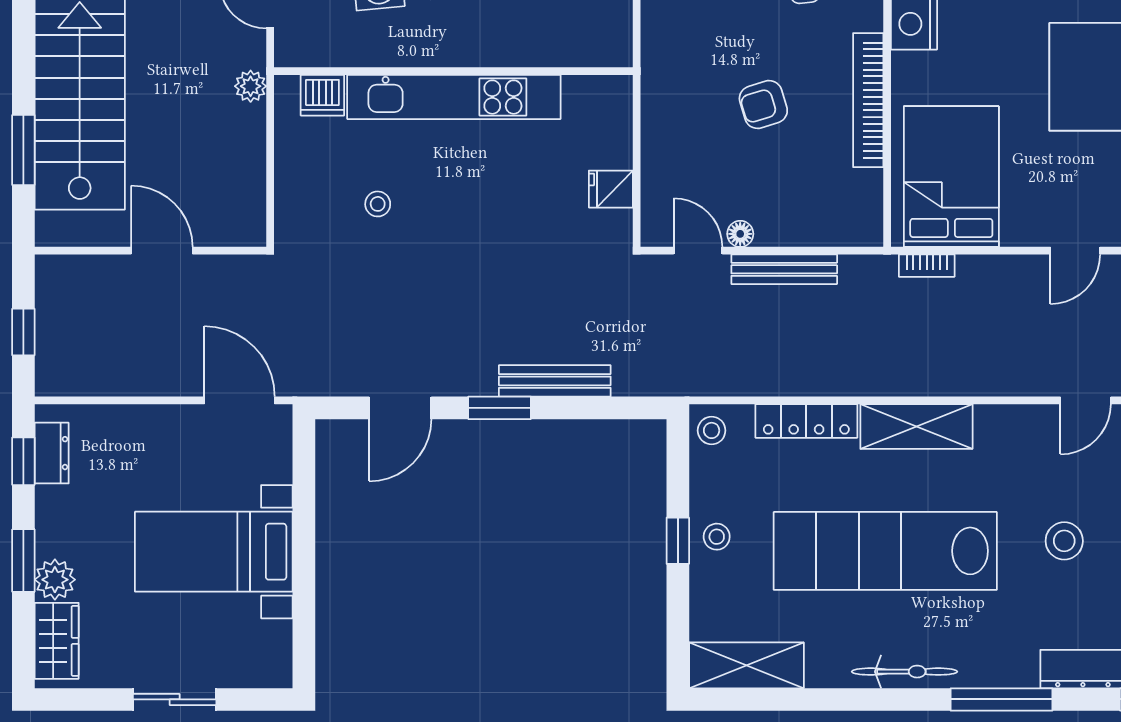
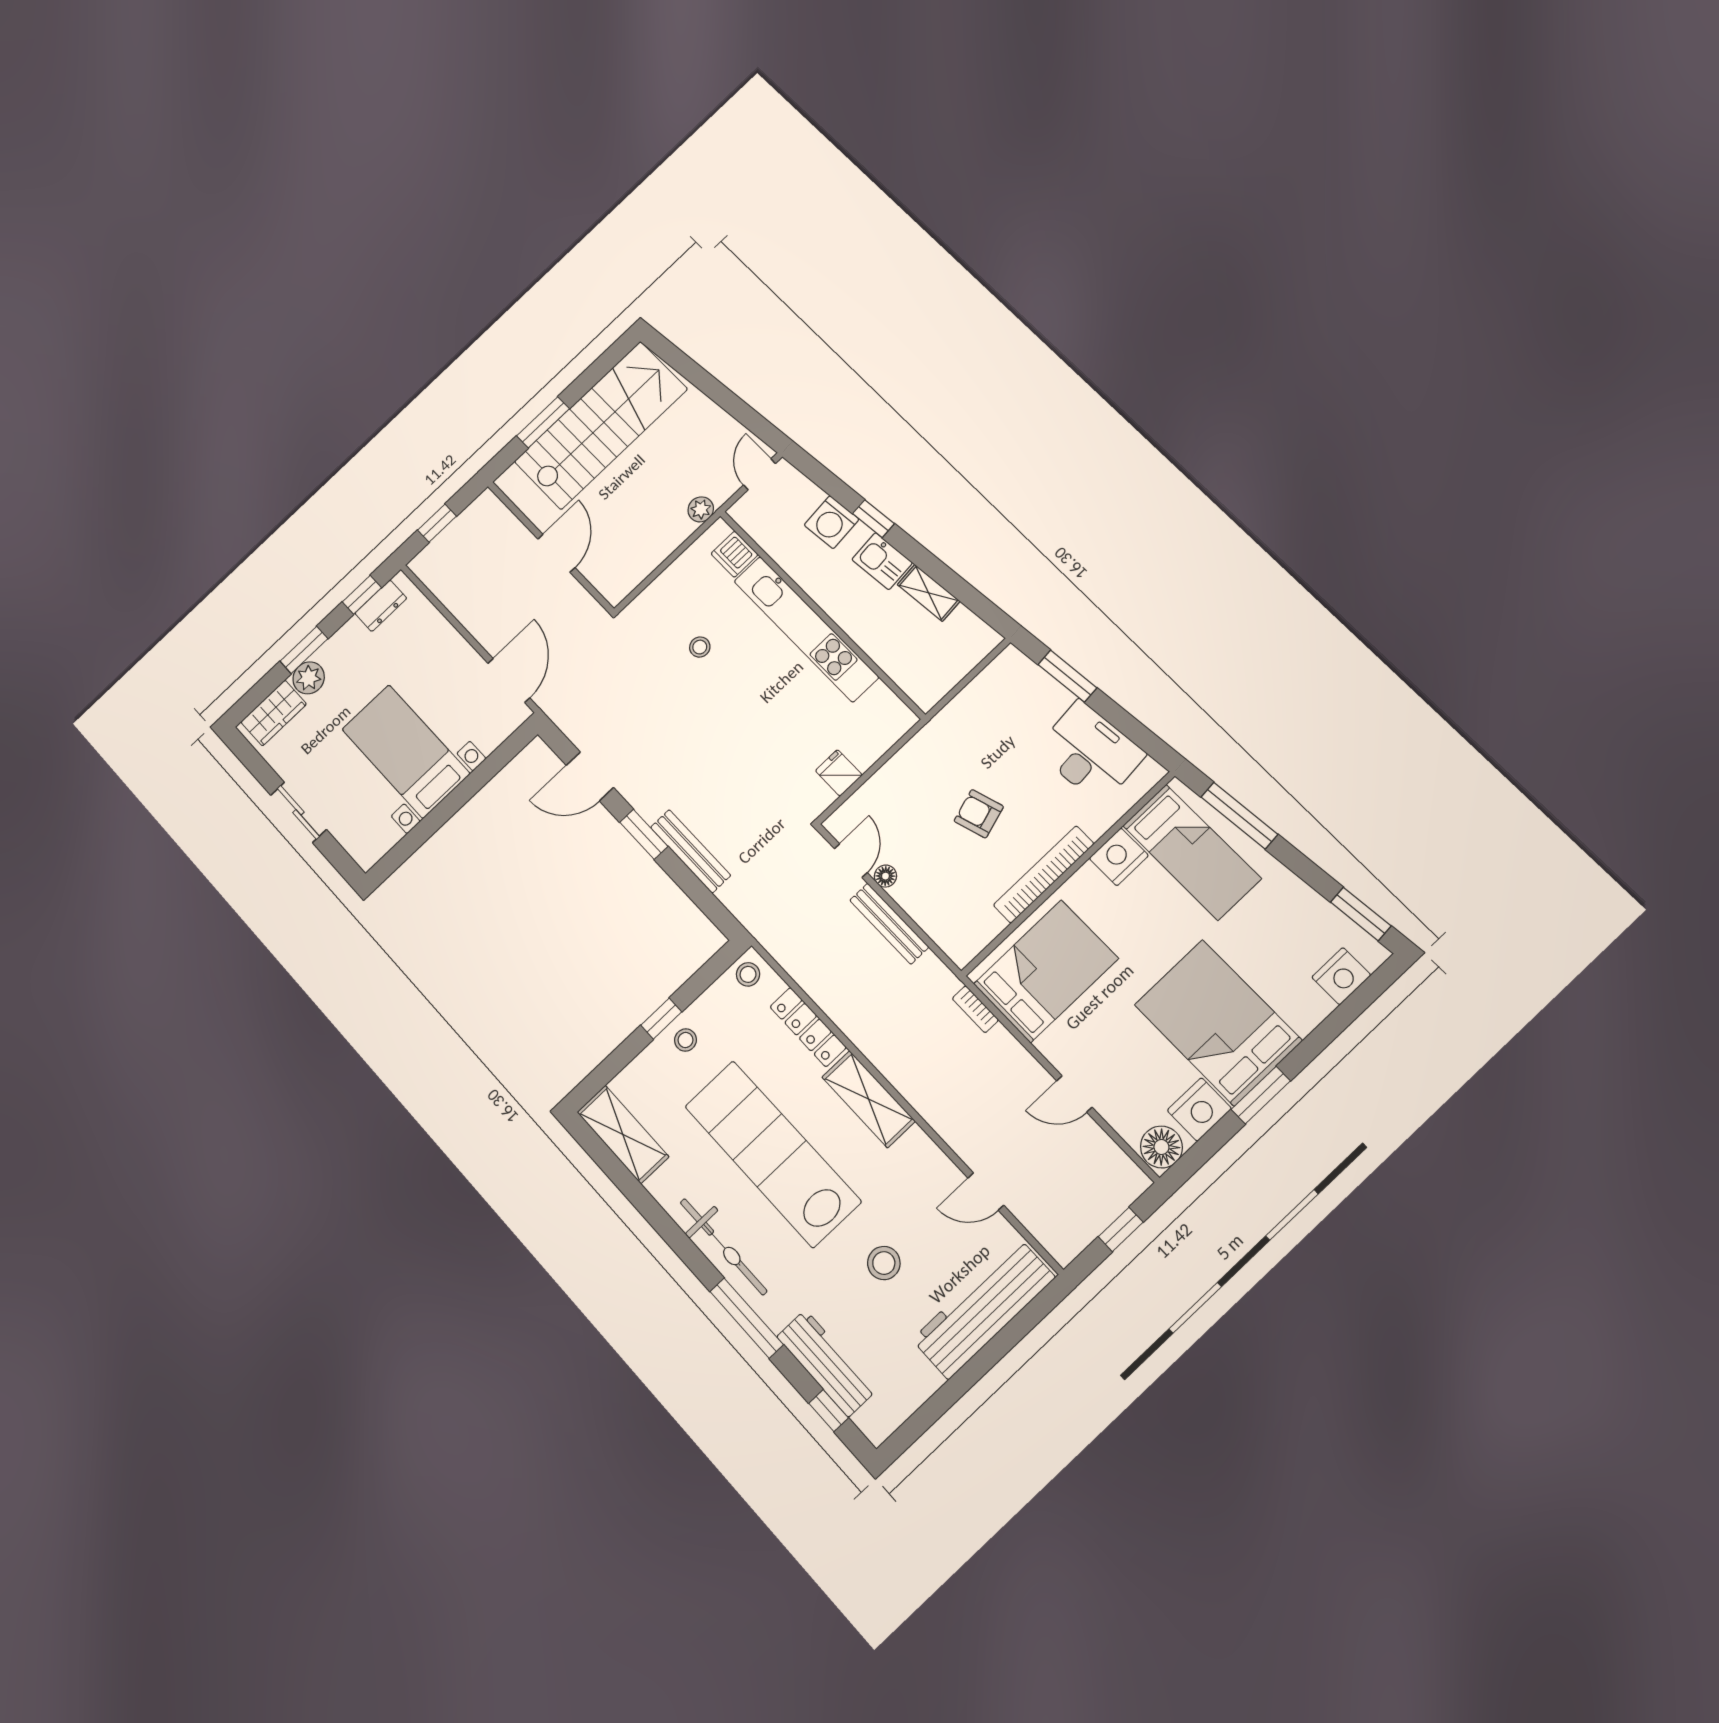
bicycle: (904, 672) -> (723, 1247), width x1.37, depth x1.40

